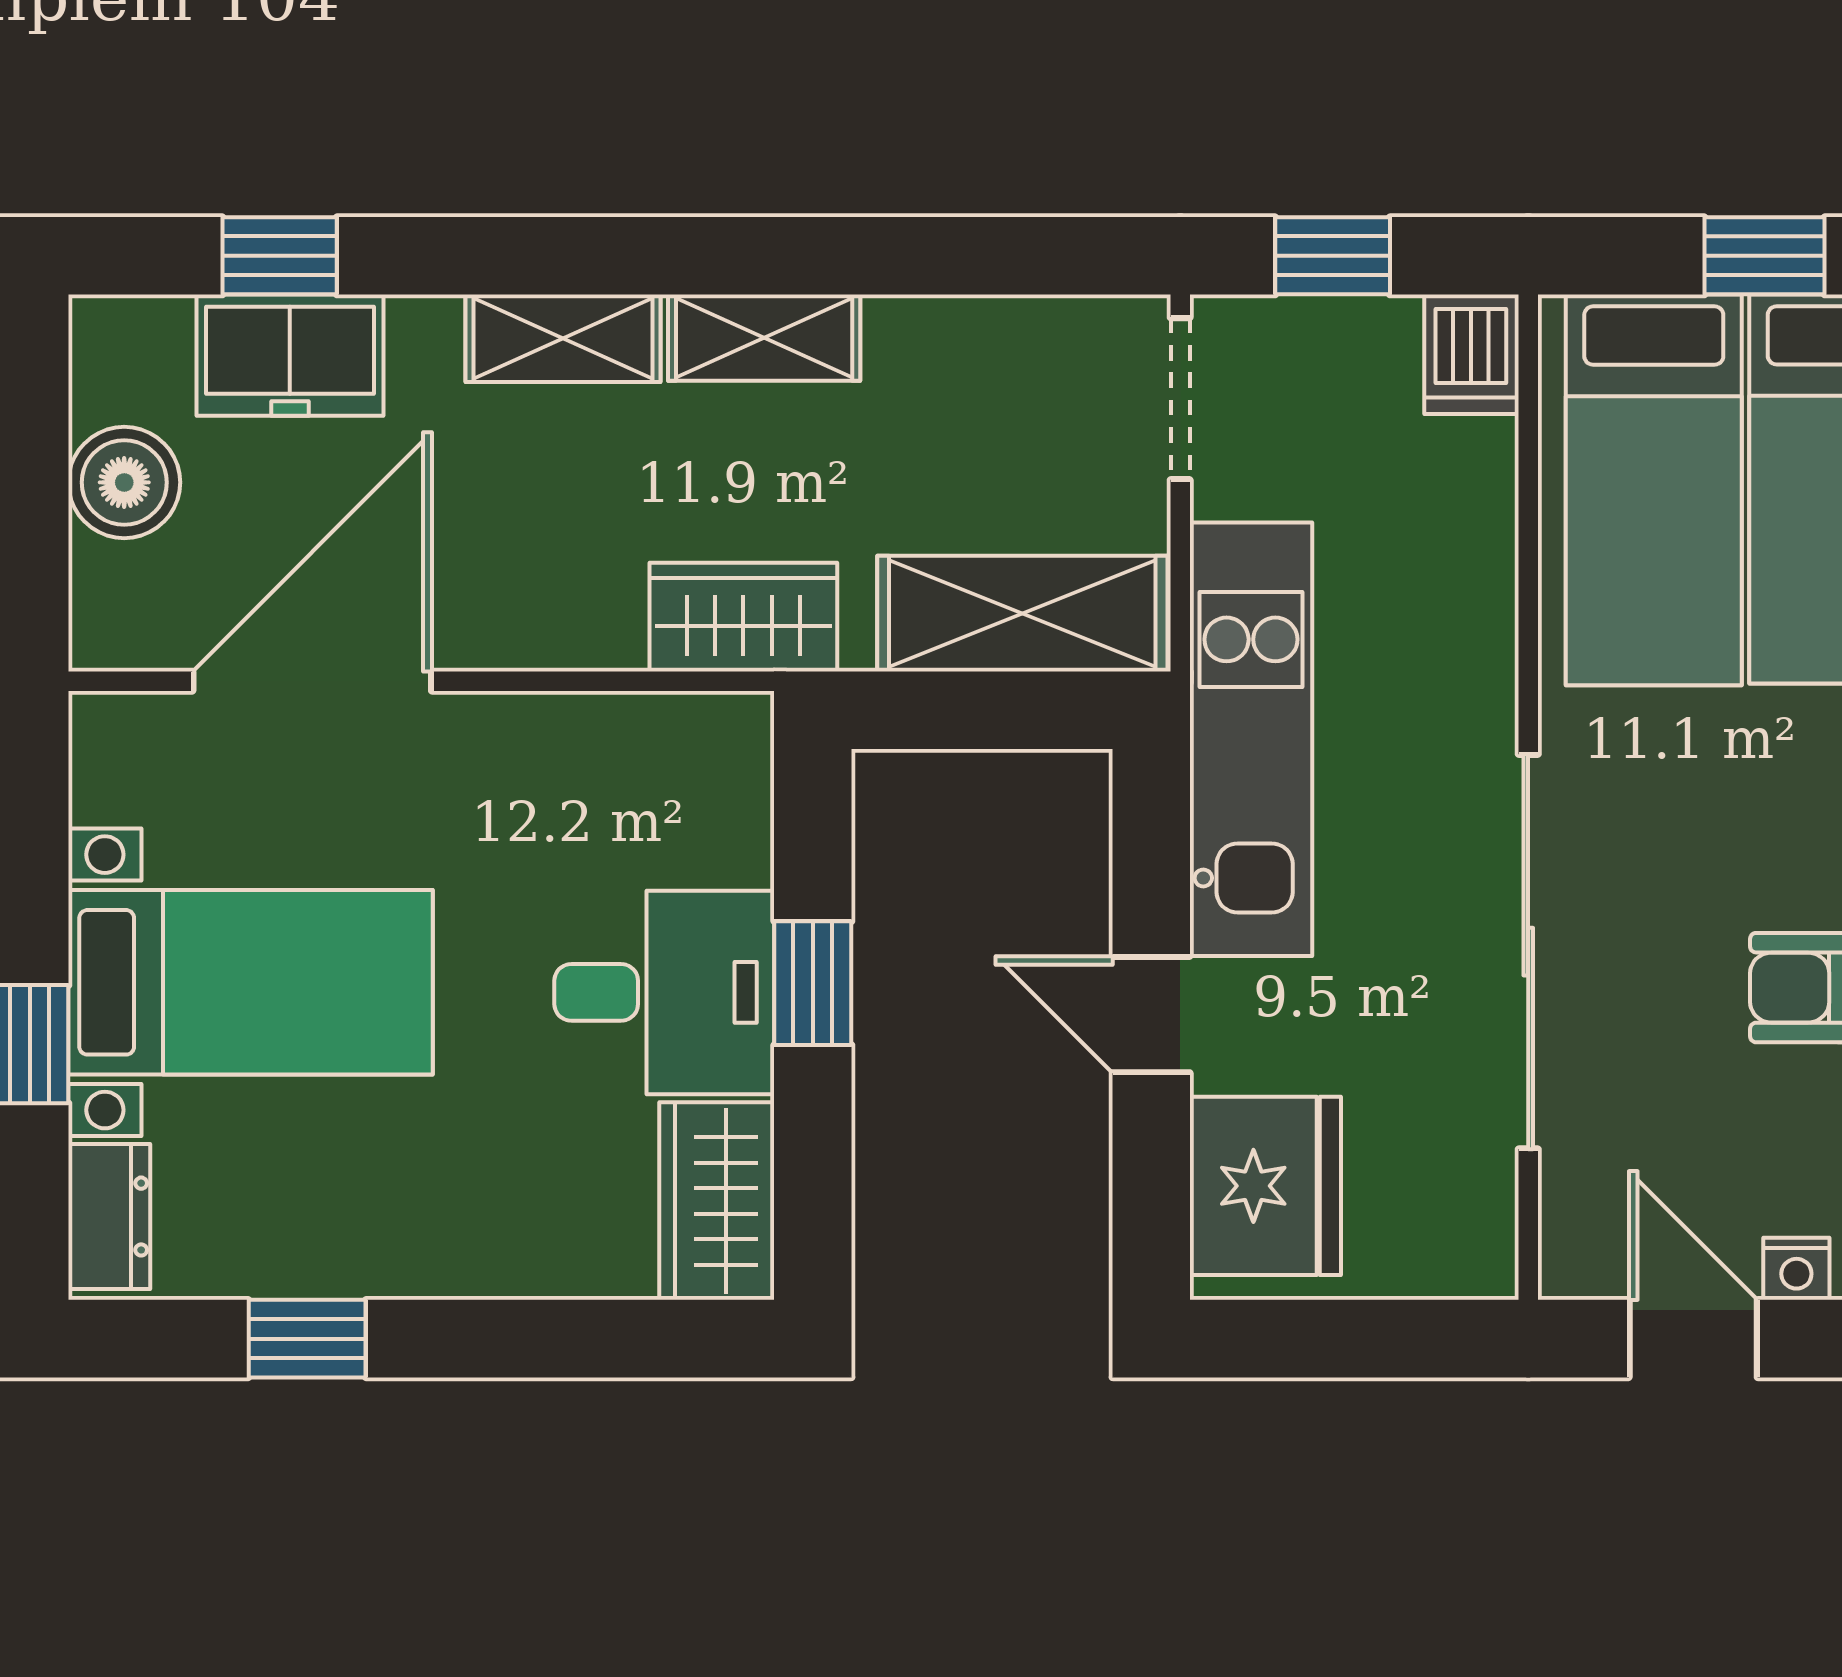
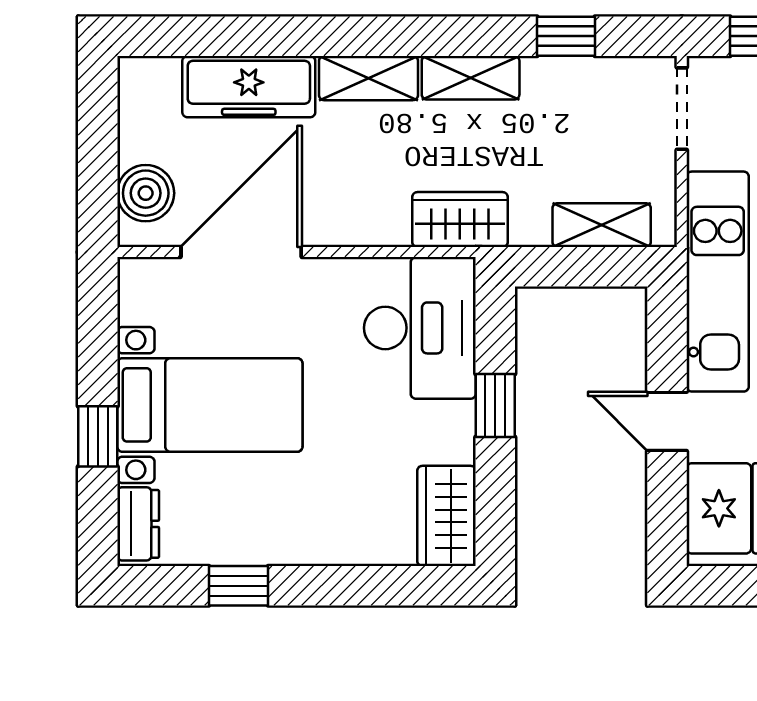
window: (280, 256) -> (566, 36), moved
freezer: (290, 355) -> (249, 87), width x1.40
boiler: (124, 482) -> (146, 193), moved
shelving: (1022, 614) -> (602, 225), width x0.67, depth x0.75
desk: (664, 992) -> (420, 328), moved, width x1.37

